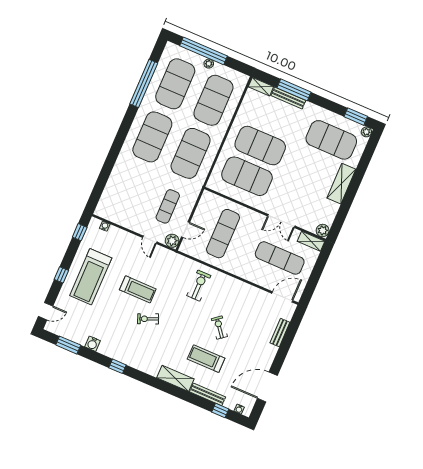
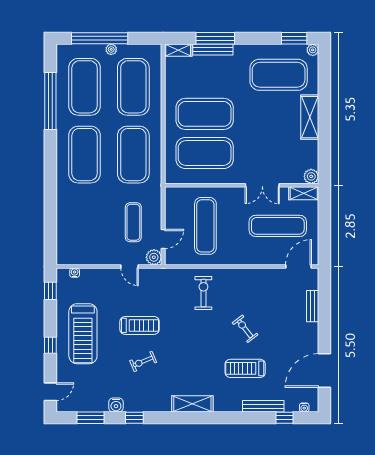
exercise bike: (148, 319) -> (143, 361), moved
window: (117, 366) -> (134, 418), moved
shelving: (175, 378) -> (192, 404), moved

